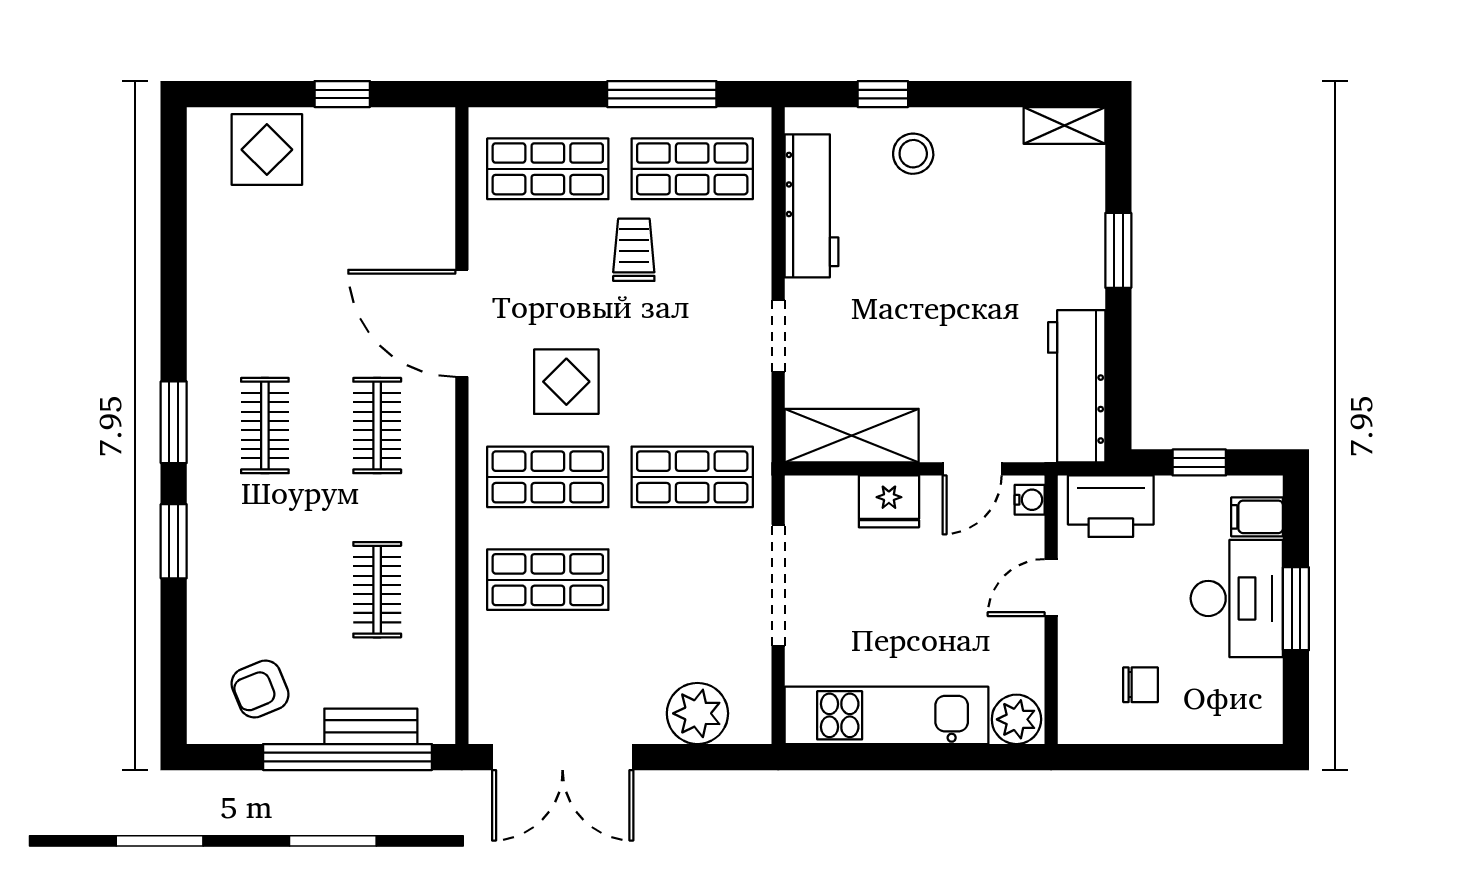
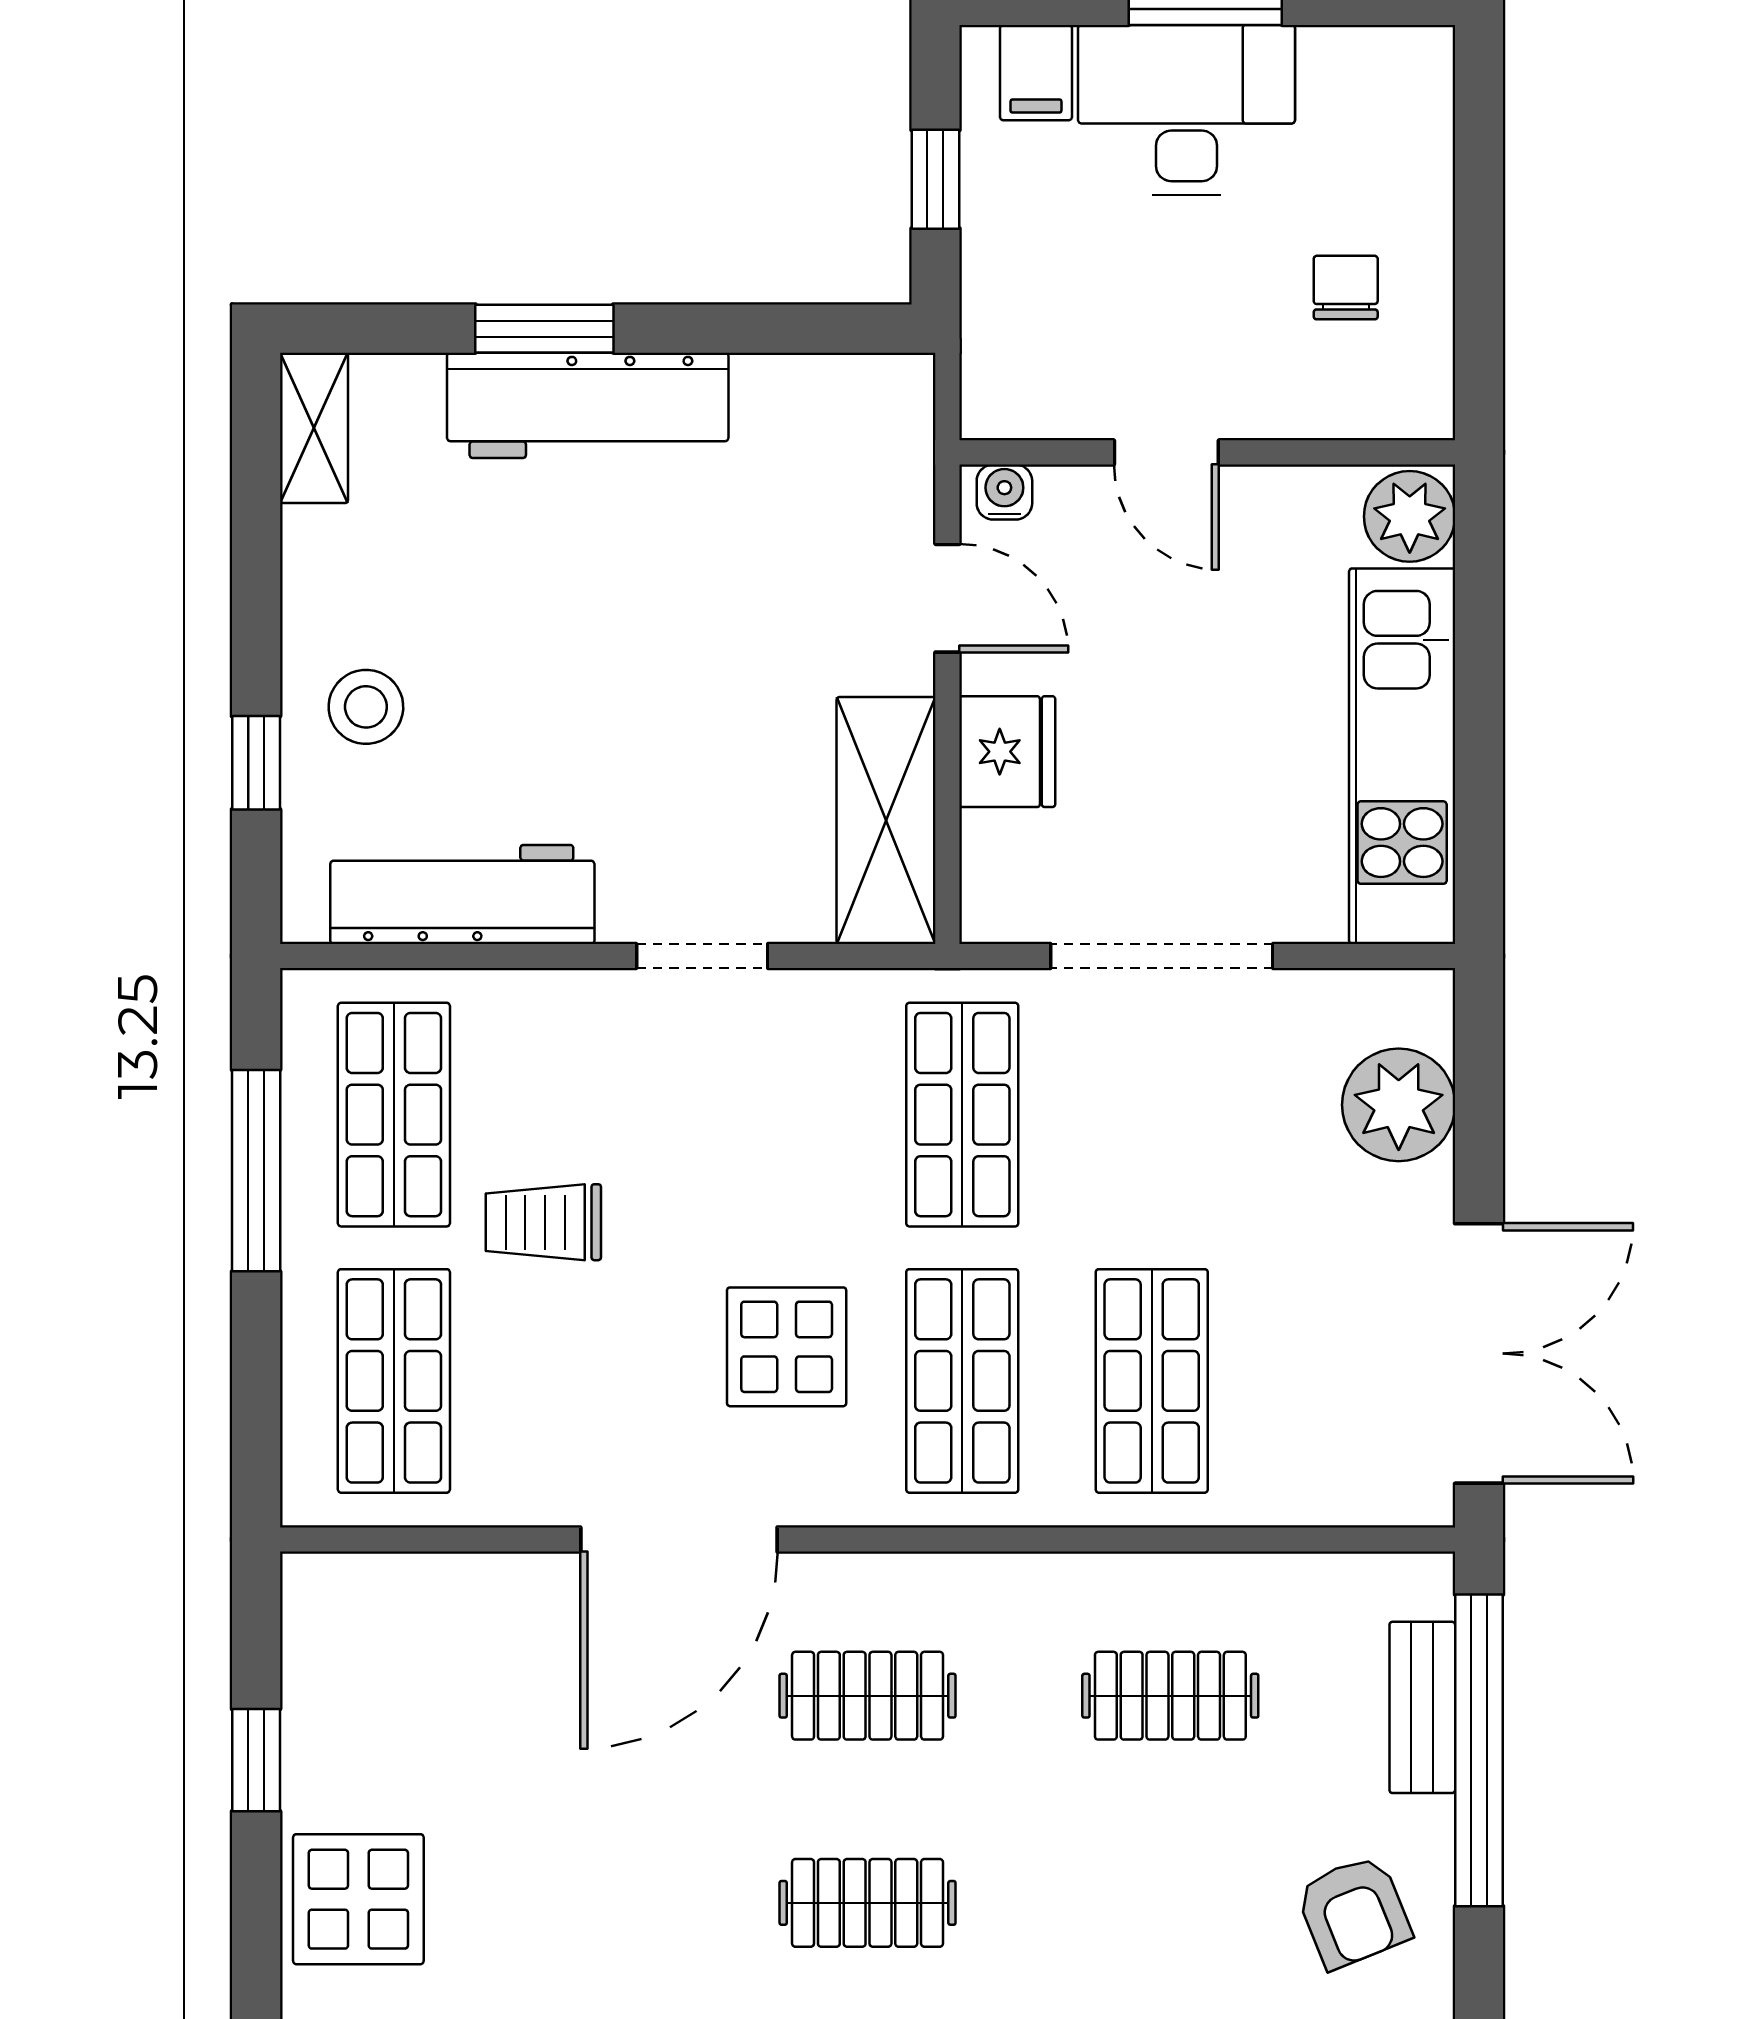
workbench: (1077, 386) -> (588, 405), moved
printer: (1111, 506) -> (1016, 342), removed

